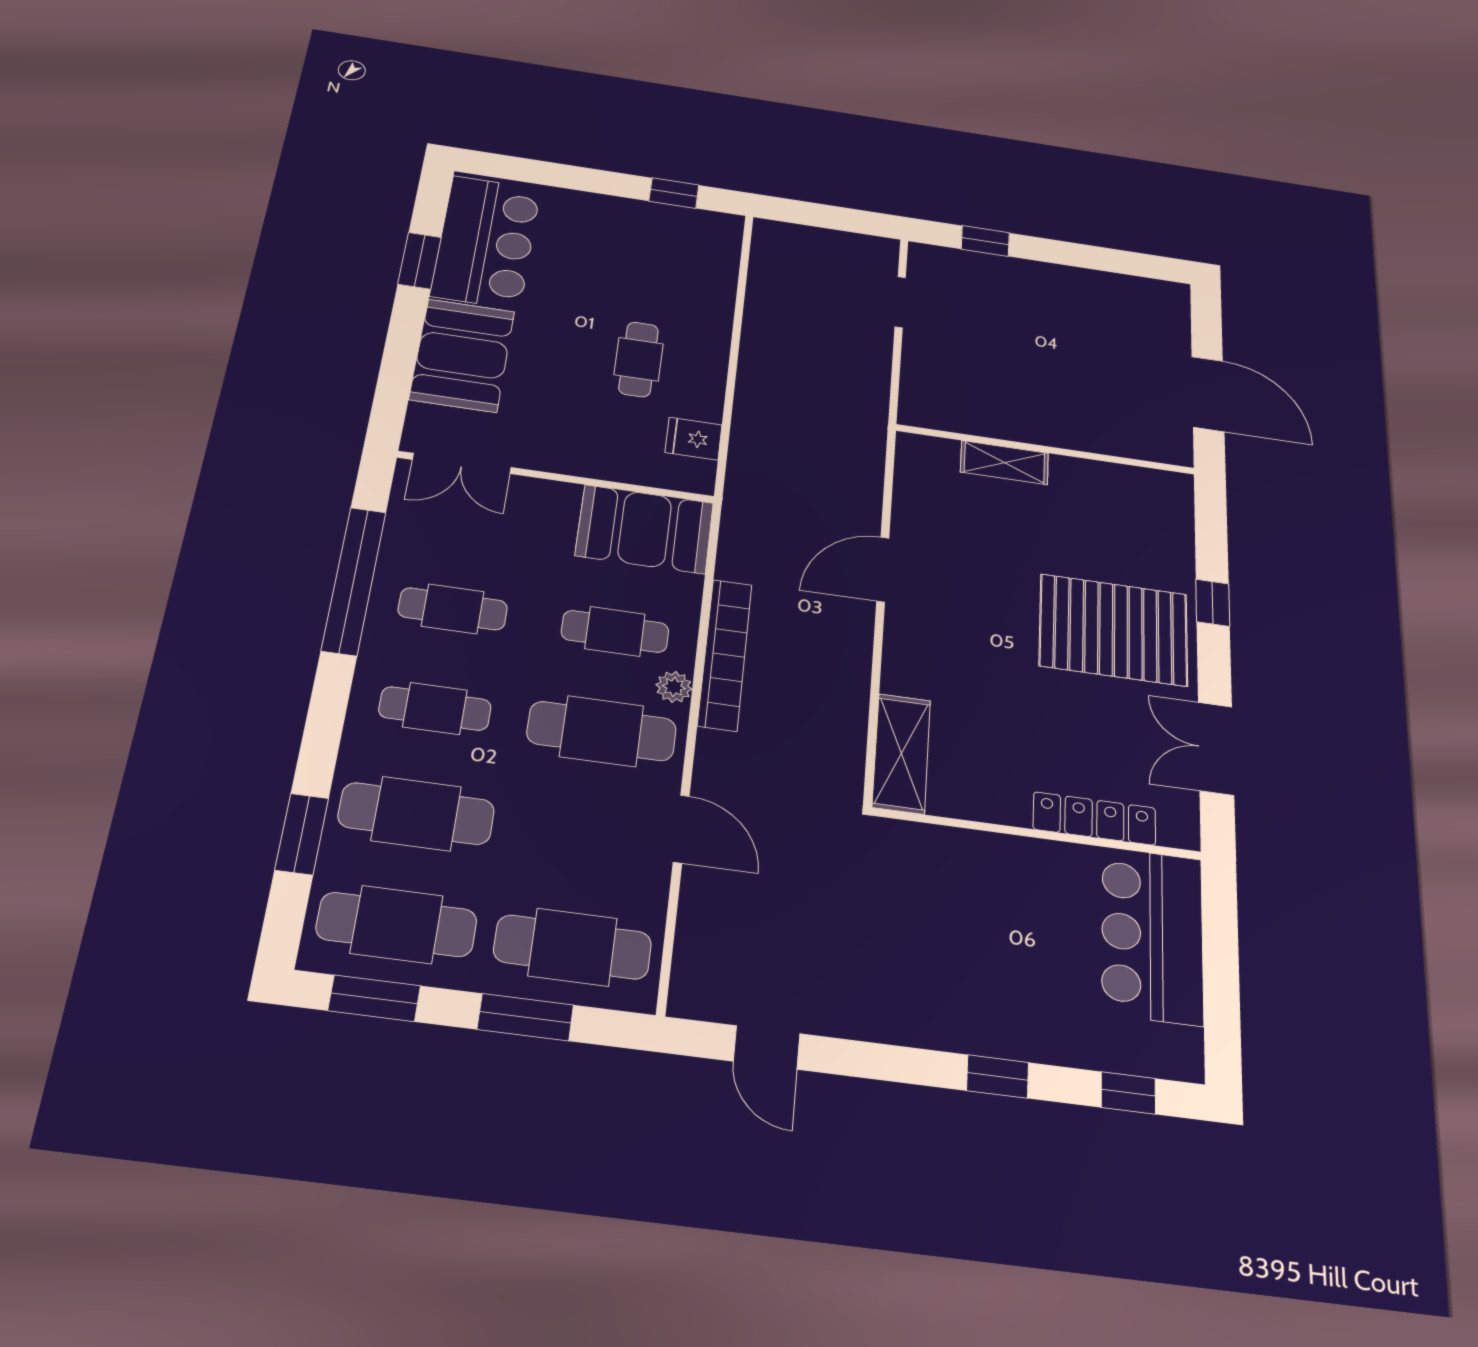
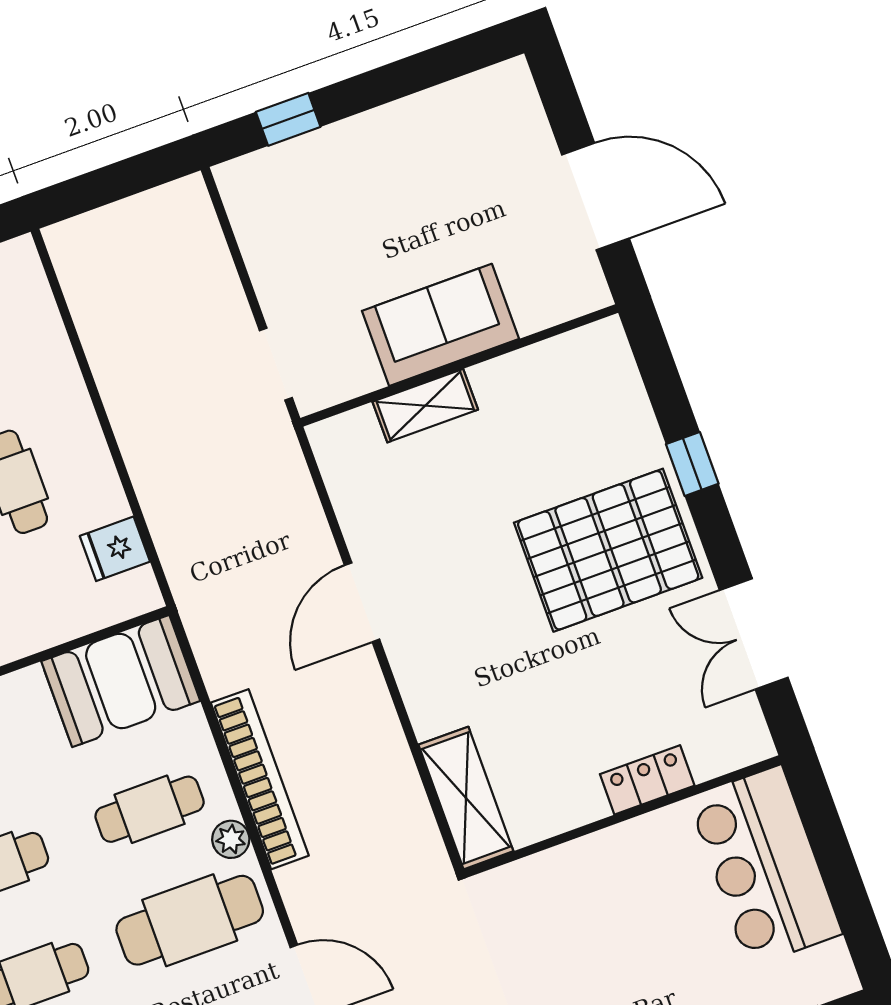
doorway: (900, 302) -> (276, 364), moved
sofa: (1043, 417) -> (440, 325), added
locker: (1094, 819) -> (647, 780), width x0.66

